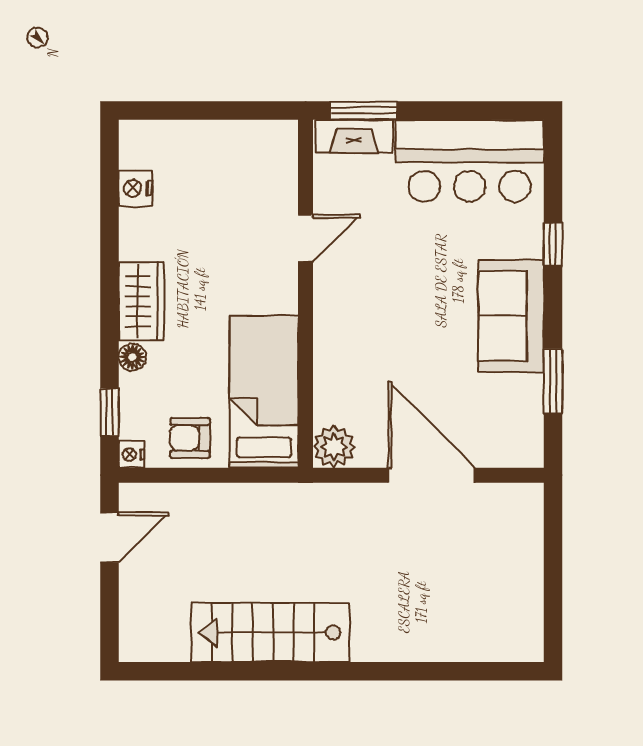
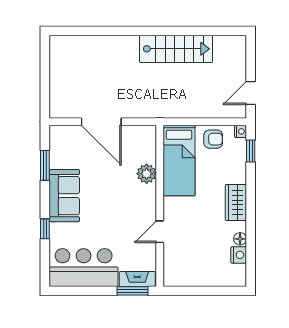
floor lamp: (132, 357) -> (240, 239), moved
plant: (334, 447) -> (147, 174), moved

